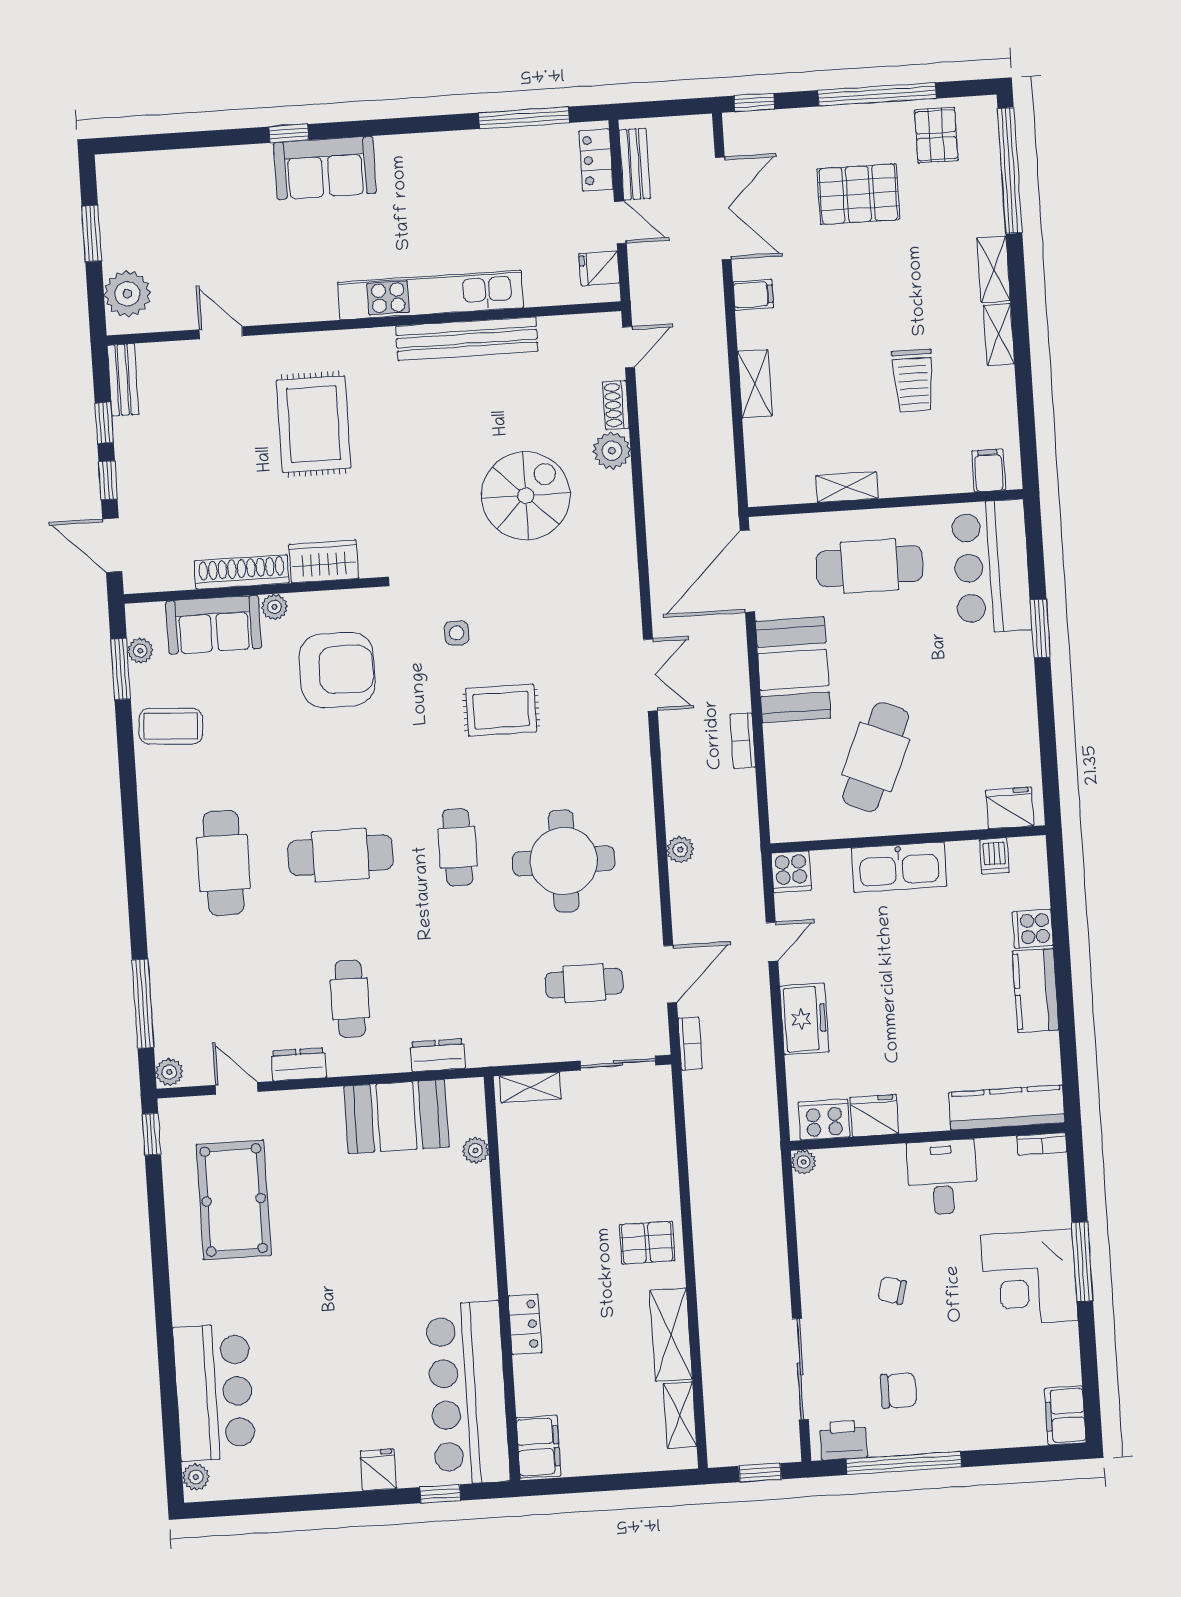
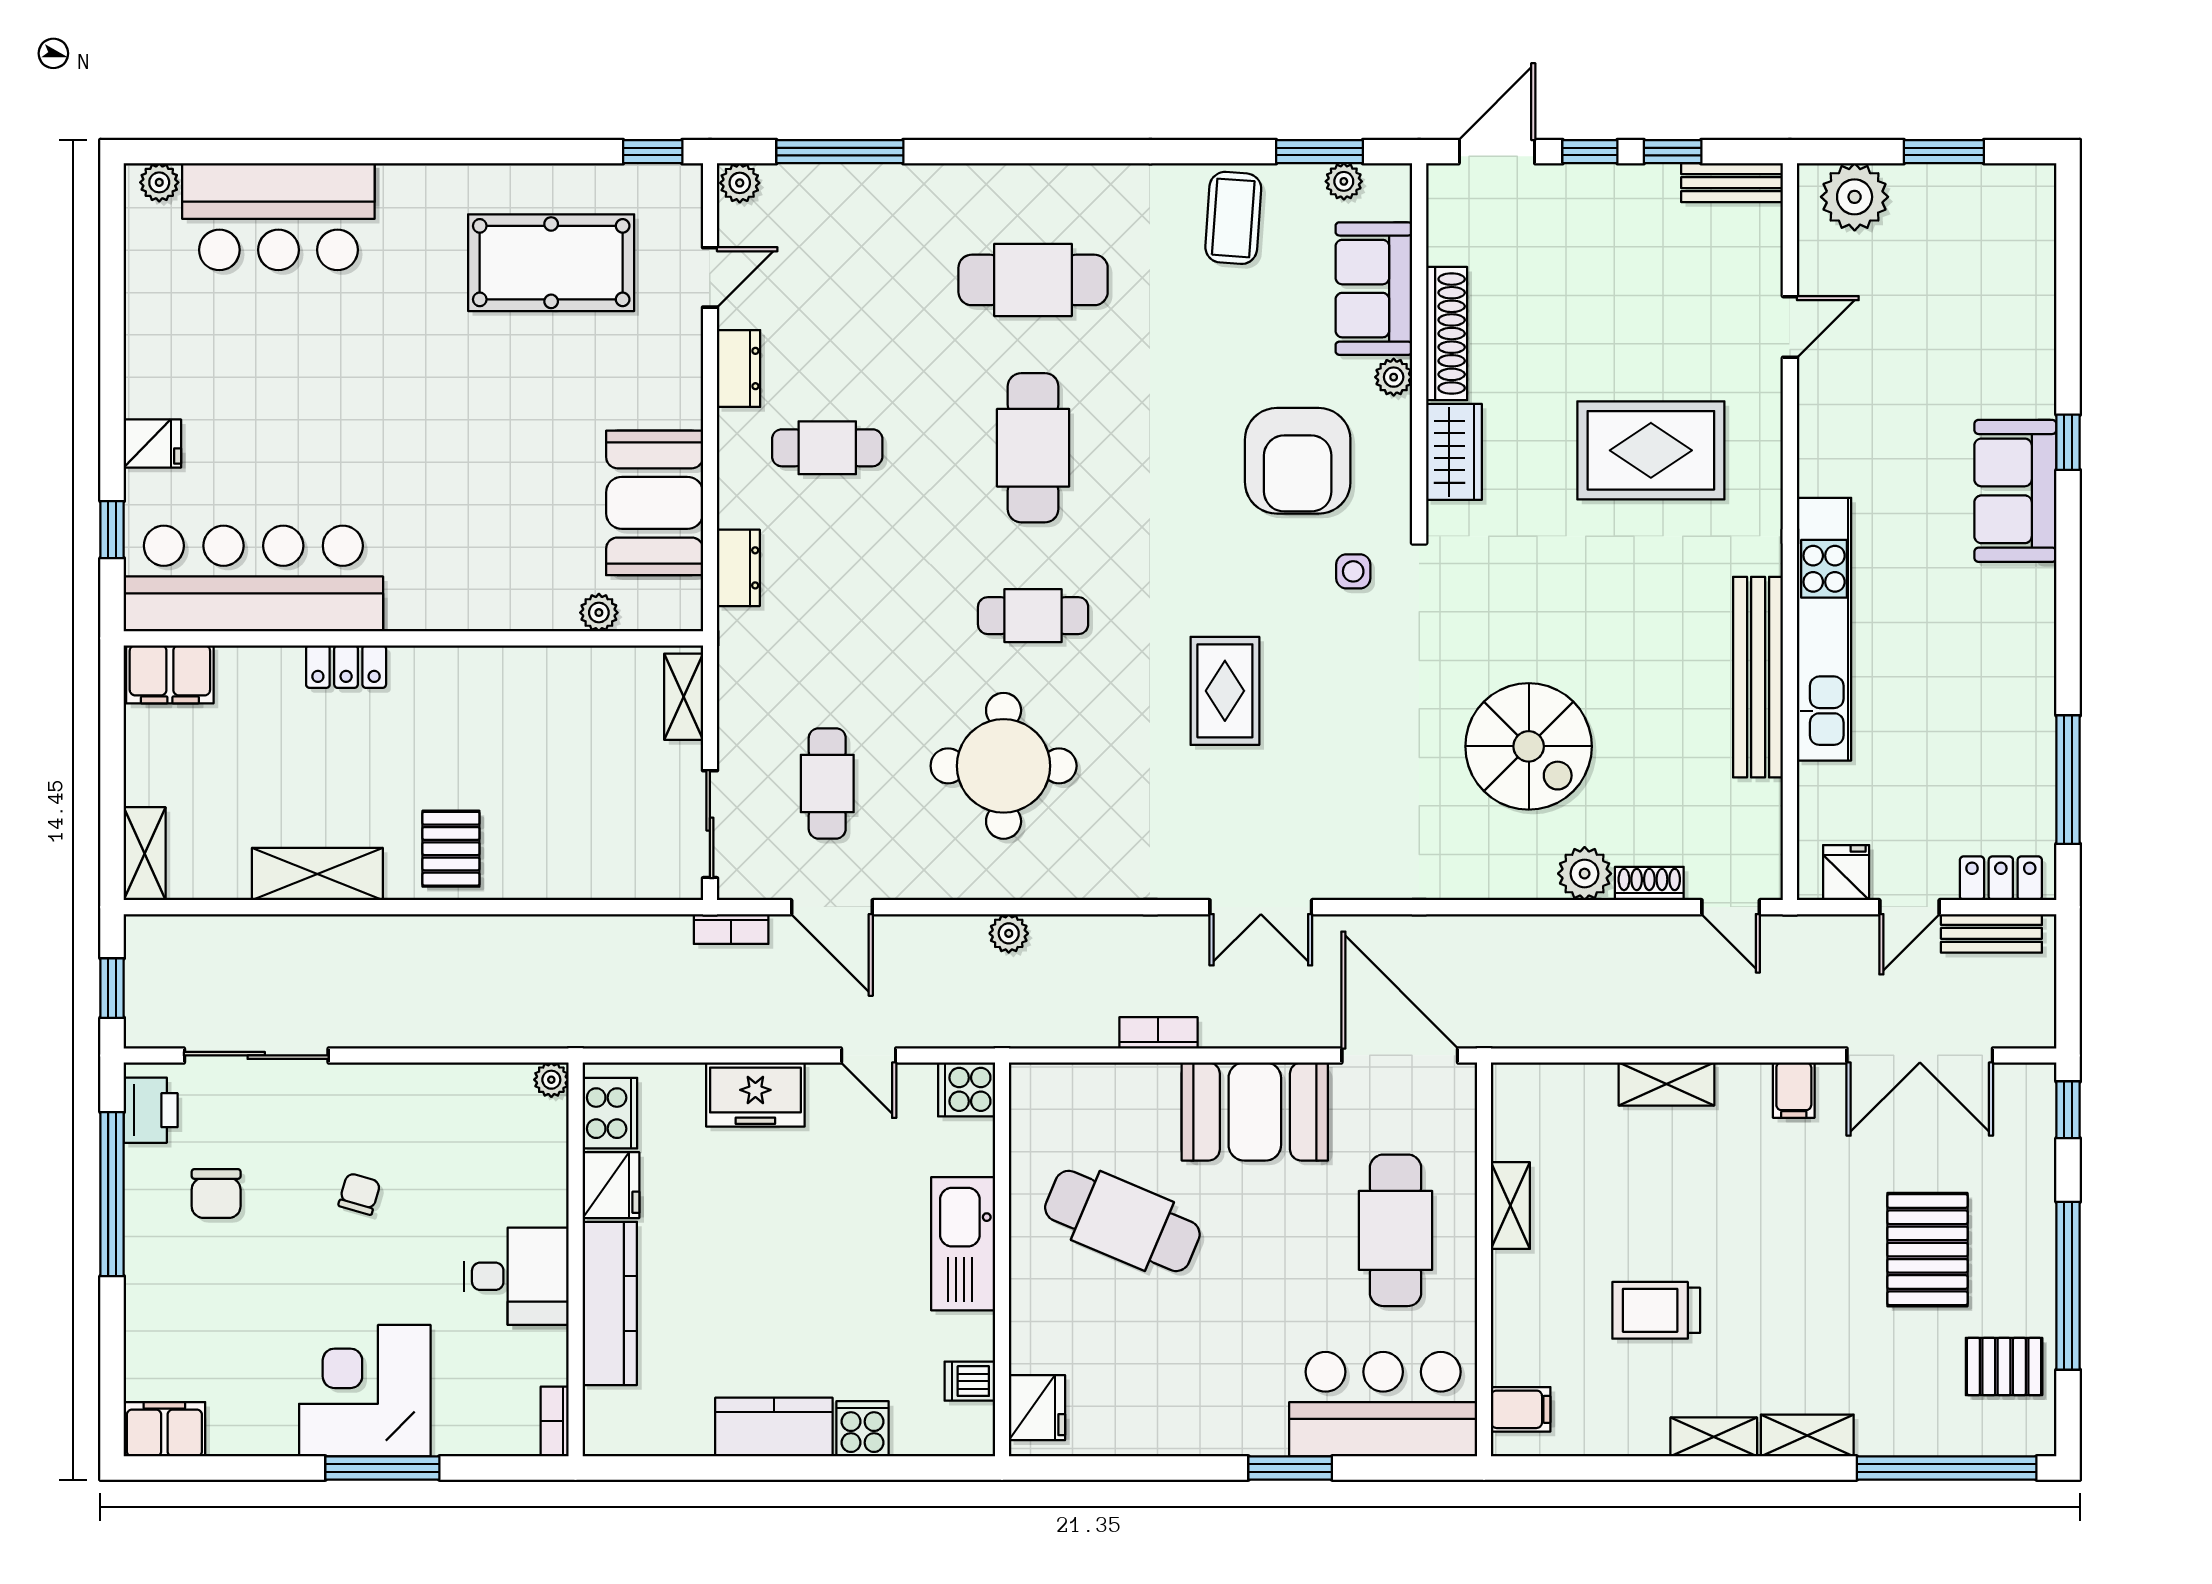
side table: (457, 633) -> (1353, 571), moved
kitchen counter: (1007, 1107) -> (610, 1303), moved
shelving: (680, 1415) -> (145, 854), moved, turned 90

